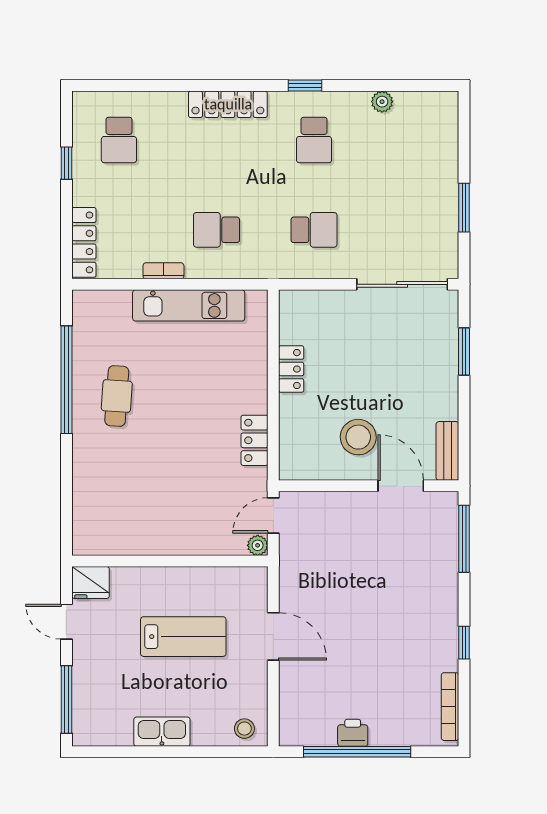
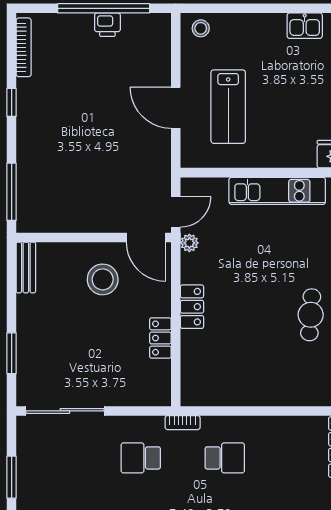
bookcase: (163, 271) -> (183, 423), moved
kitchen unit: (189, 305) -> (277, 191), moved, turned 180
locker: (254, 440) -> (192, 307), moved
door: (401, 486) -> (146, 237), moved
plant: (258, 545) -> (189, 243), moved
lab bench: (183, 637) -> (228, 107), moved, turned -90
kitchen sink: (162, 732) -> (305, 26), moved, width x0.73

